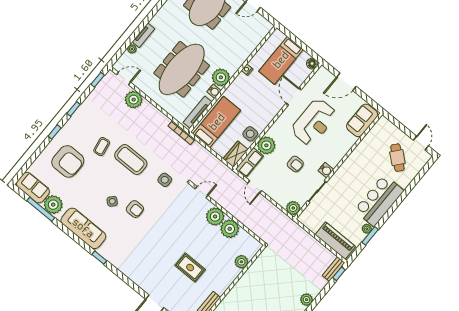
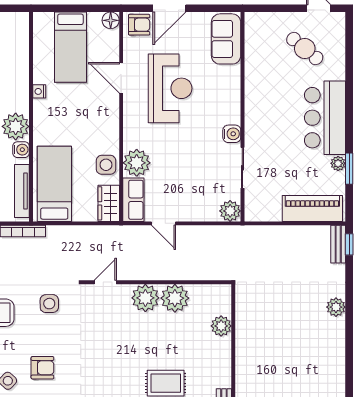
armchair: (295, 164) -> (139, 25), moved

